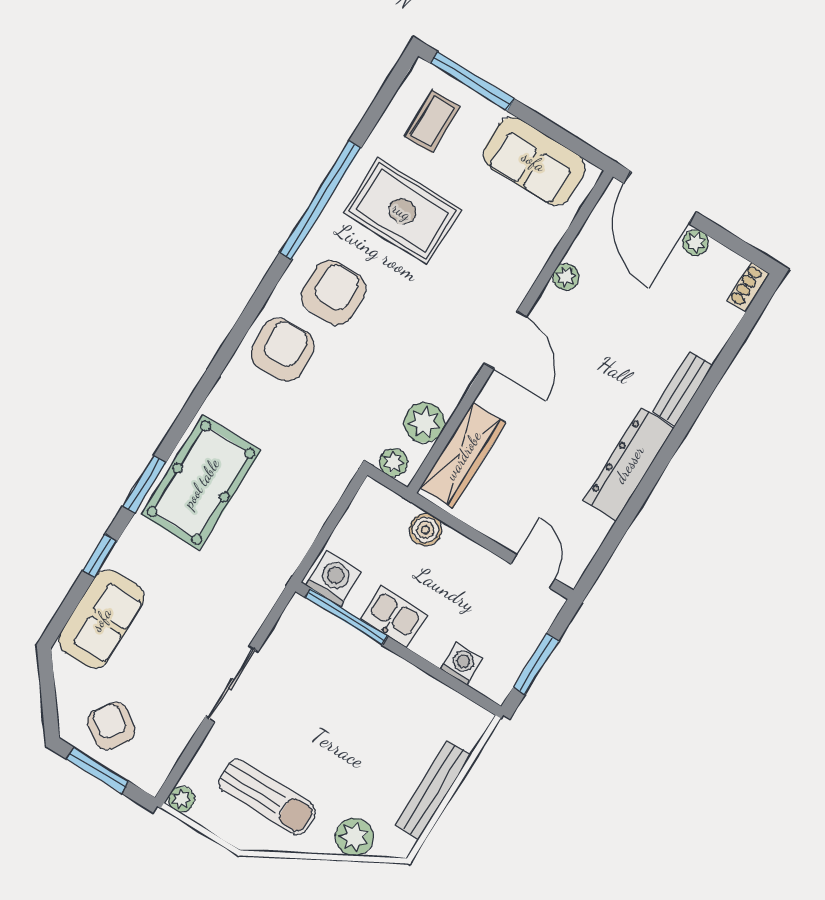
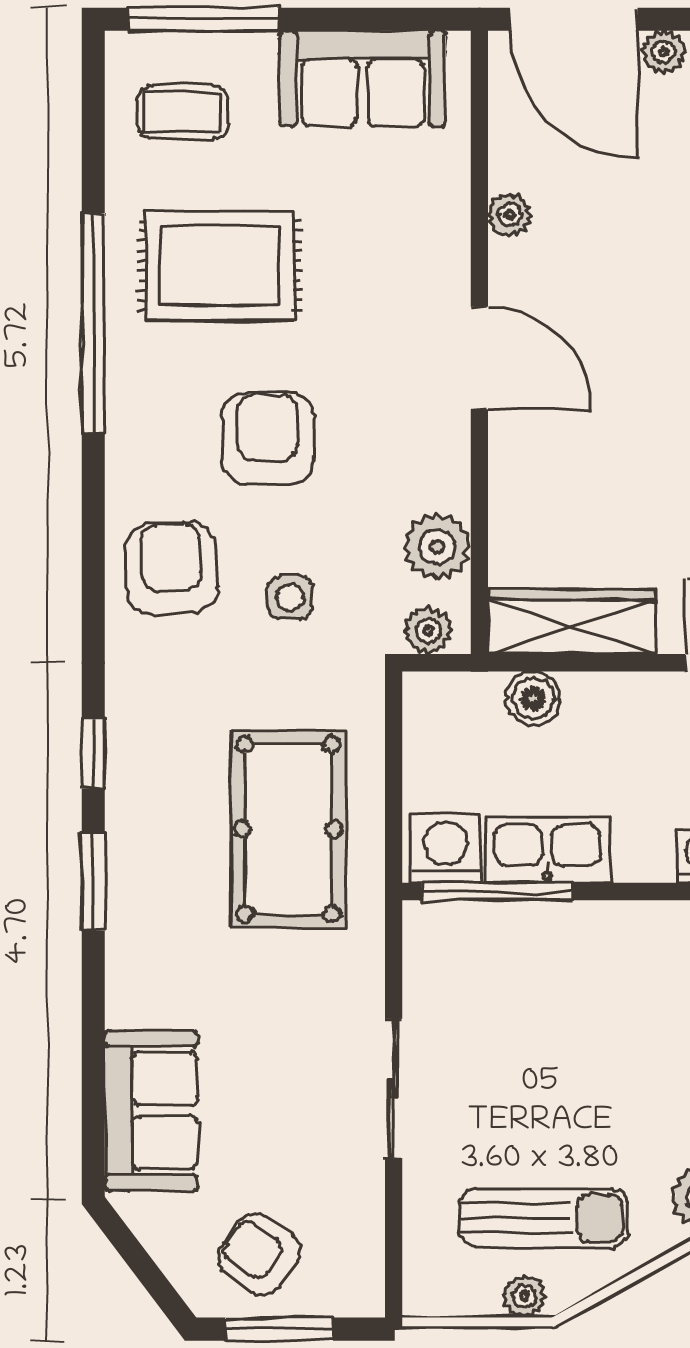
coffee table: (432, 122) -> (183, 112), turned 90
armchair: (333, 293) -> (268, 438), moved
side table: (334, 402) -> (290, 597), added
wardrobe: (463, 455) -> (572, 622), moved, turned -90
pool table: (201, 483) -> (288, 829), moved
window: (100, 556) -> (93, 753), moved
kitchen sink: (394, 617) -> (547, 850), width x1.38
plant: (181, 799) -> (524, 1296), moved

